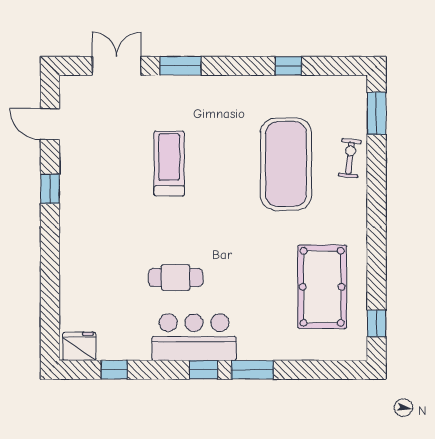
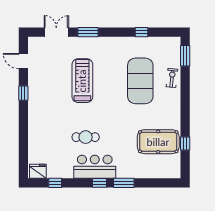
treadmill: (169, 163) -> (82, 81), width x1.37, depth x1.38
pool table: (322, 287) -> (158, 142), turned 90
window: (377, 323) -> (185, 144), moved

